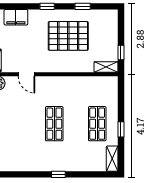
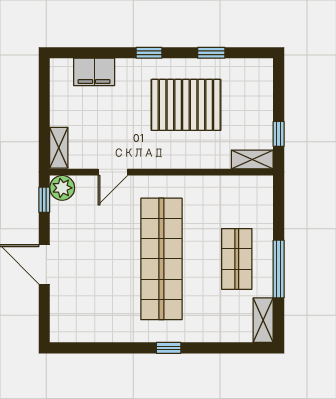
door: (27, 74) -> (113, 172), hinge flipped
shop shelf: (54, 124) -> (161, 259), width x2.00, depth x1.36
window: (121, 129) -> (279, 269), width x2.17

